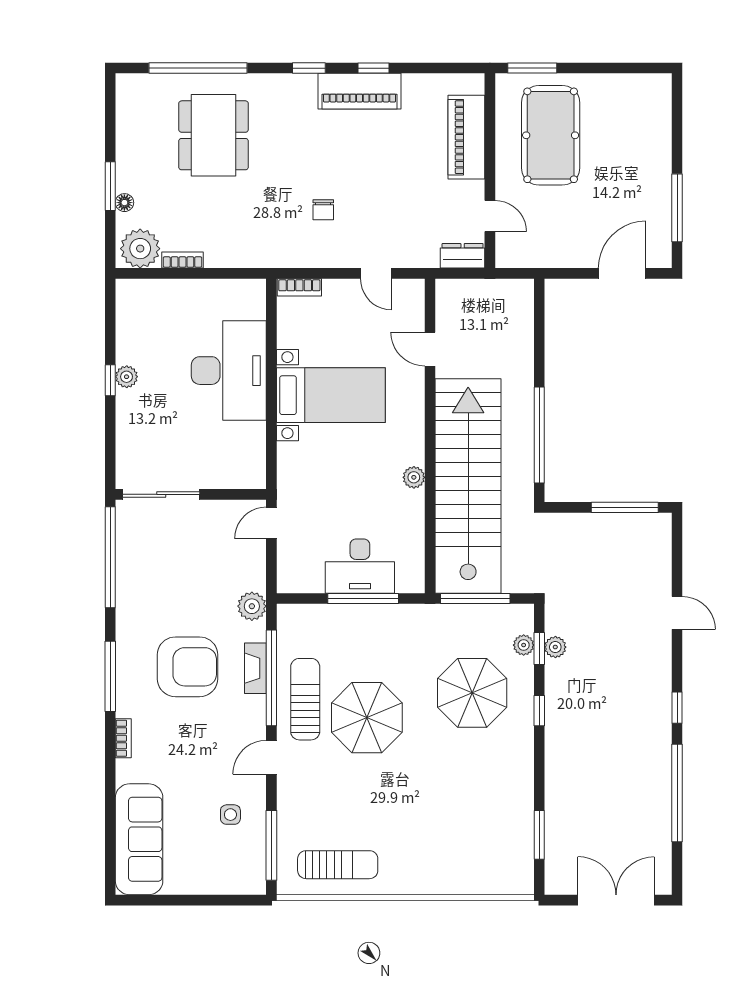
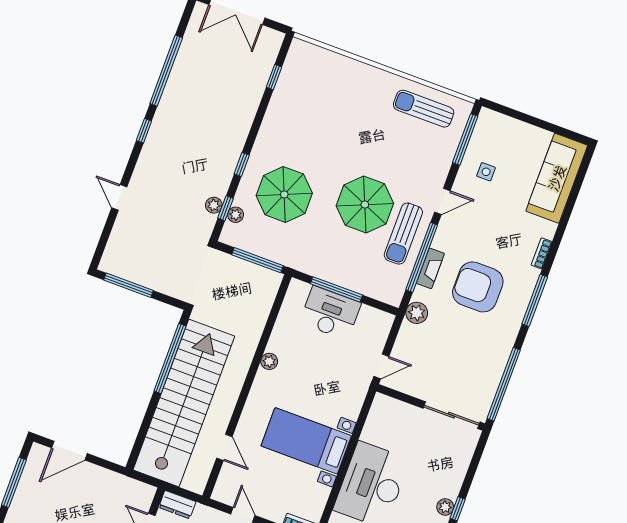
stairs: (468, 486) -> (184, 403), moved, turned 180
window: (539, 835) -> (274, 77), width x0.67

